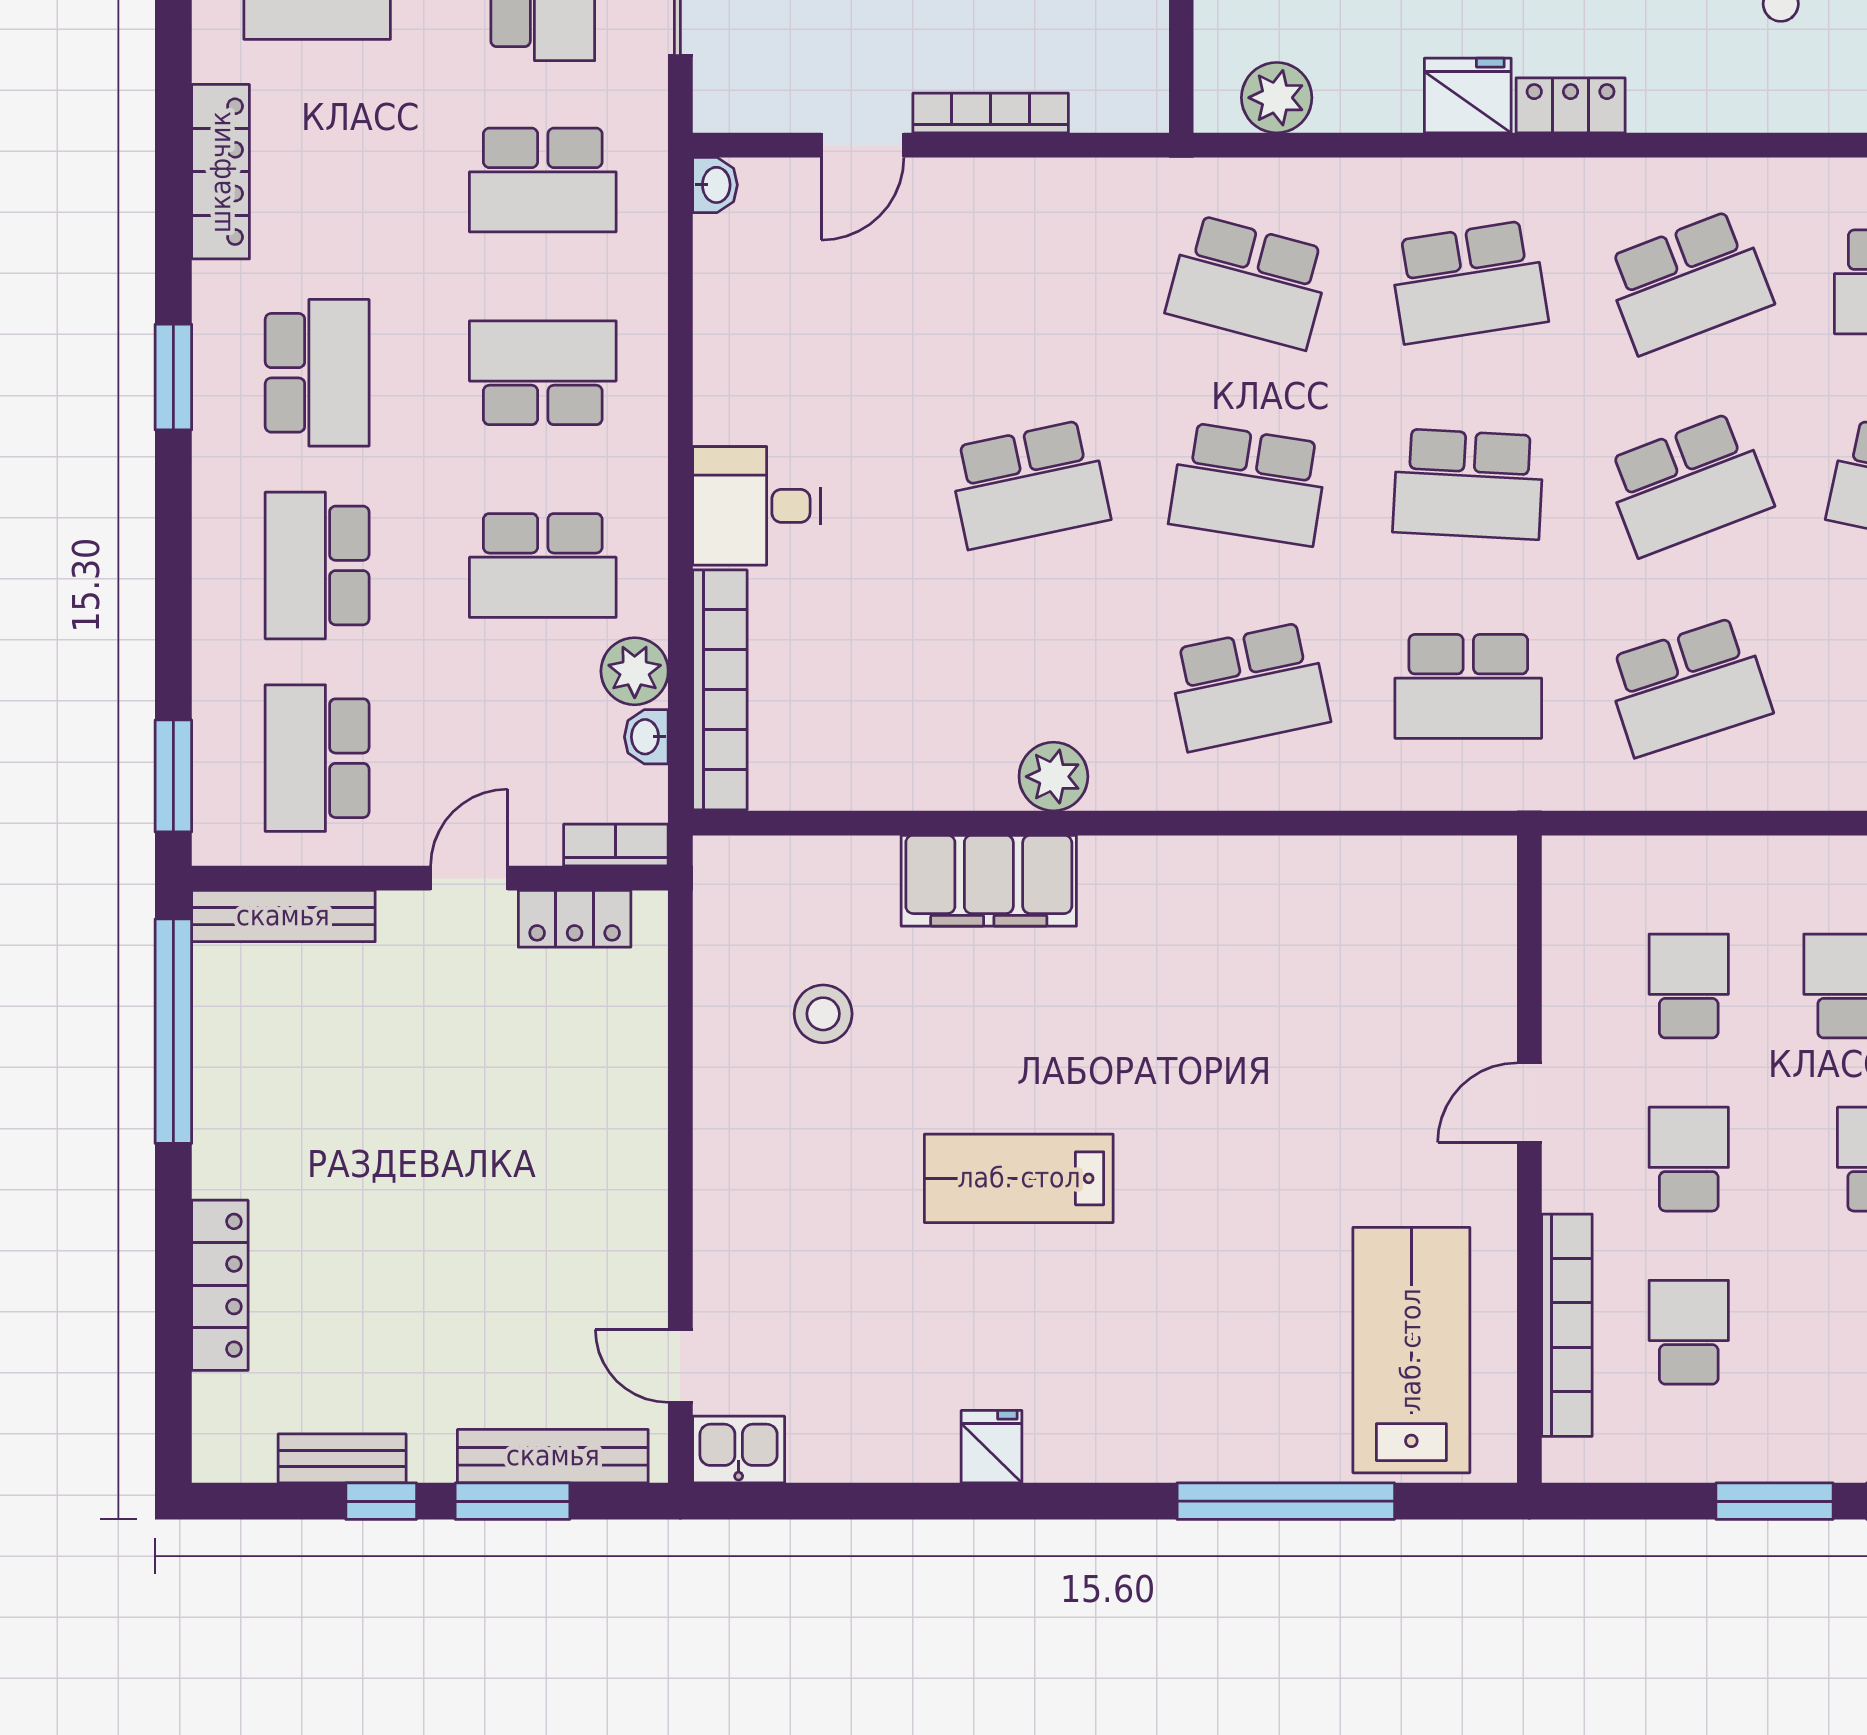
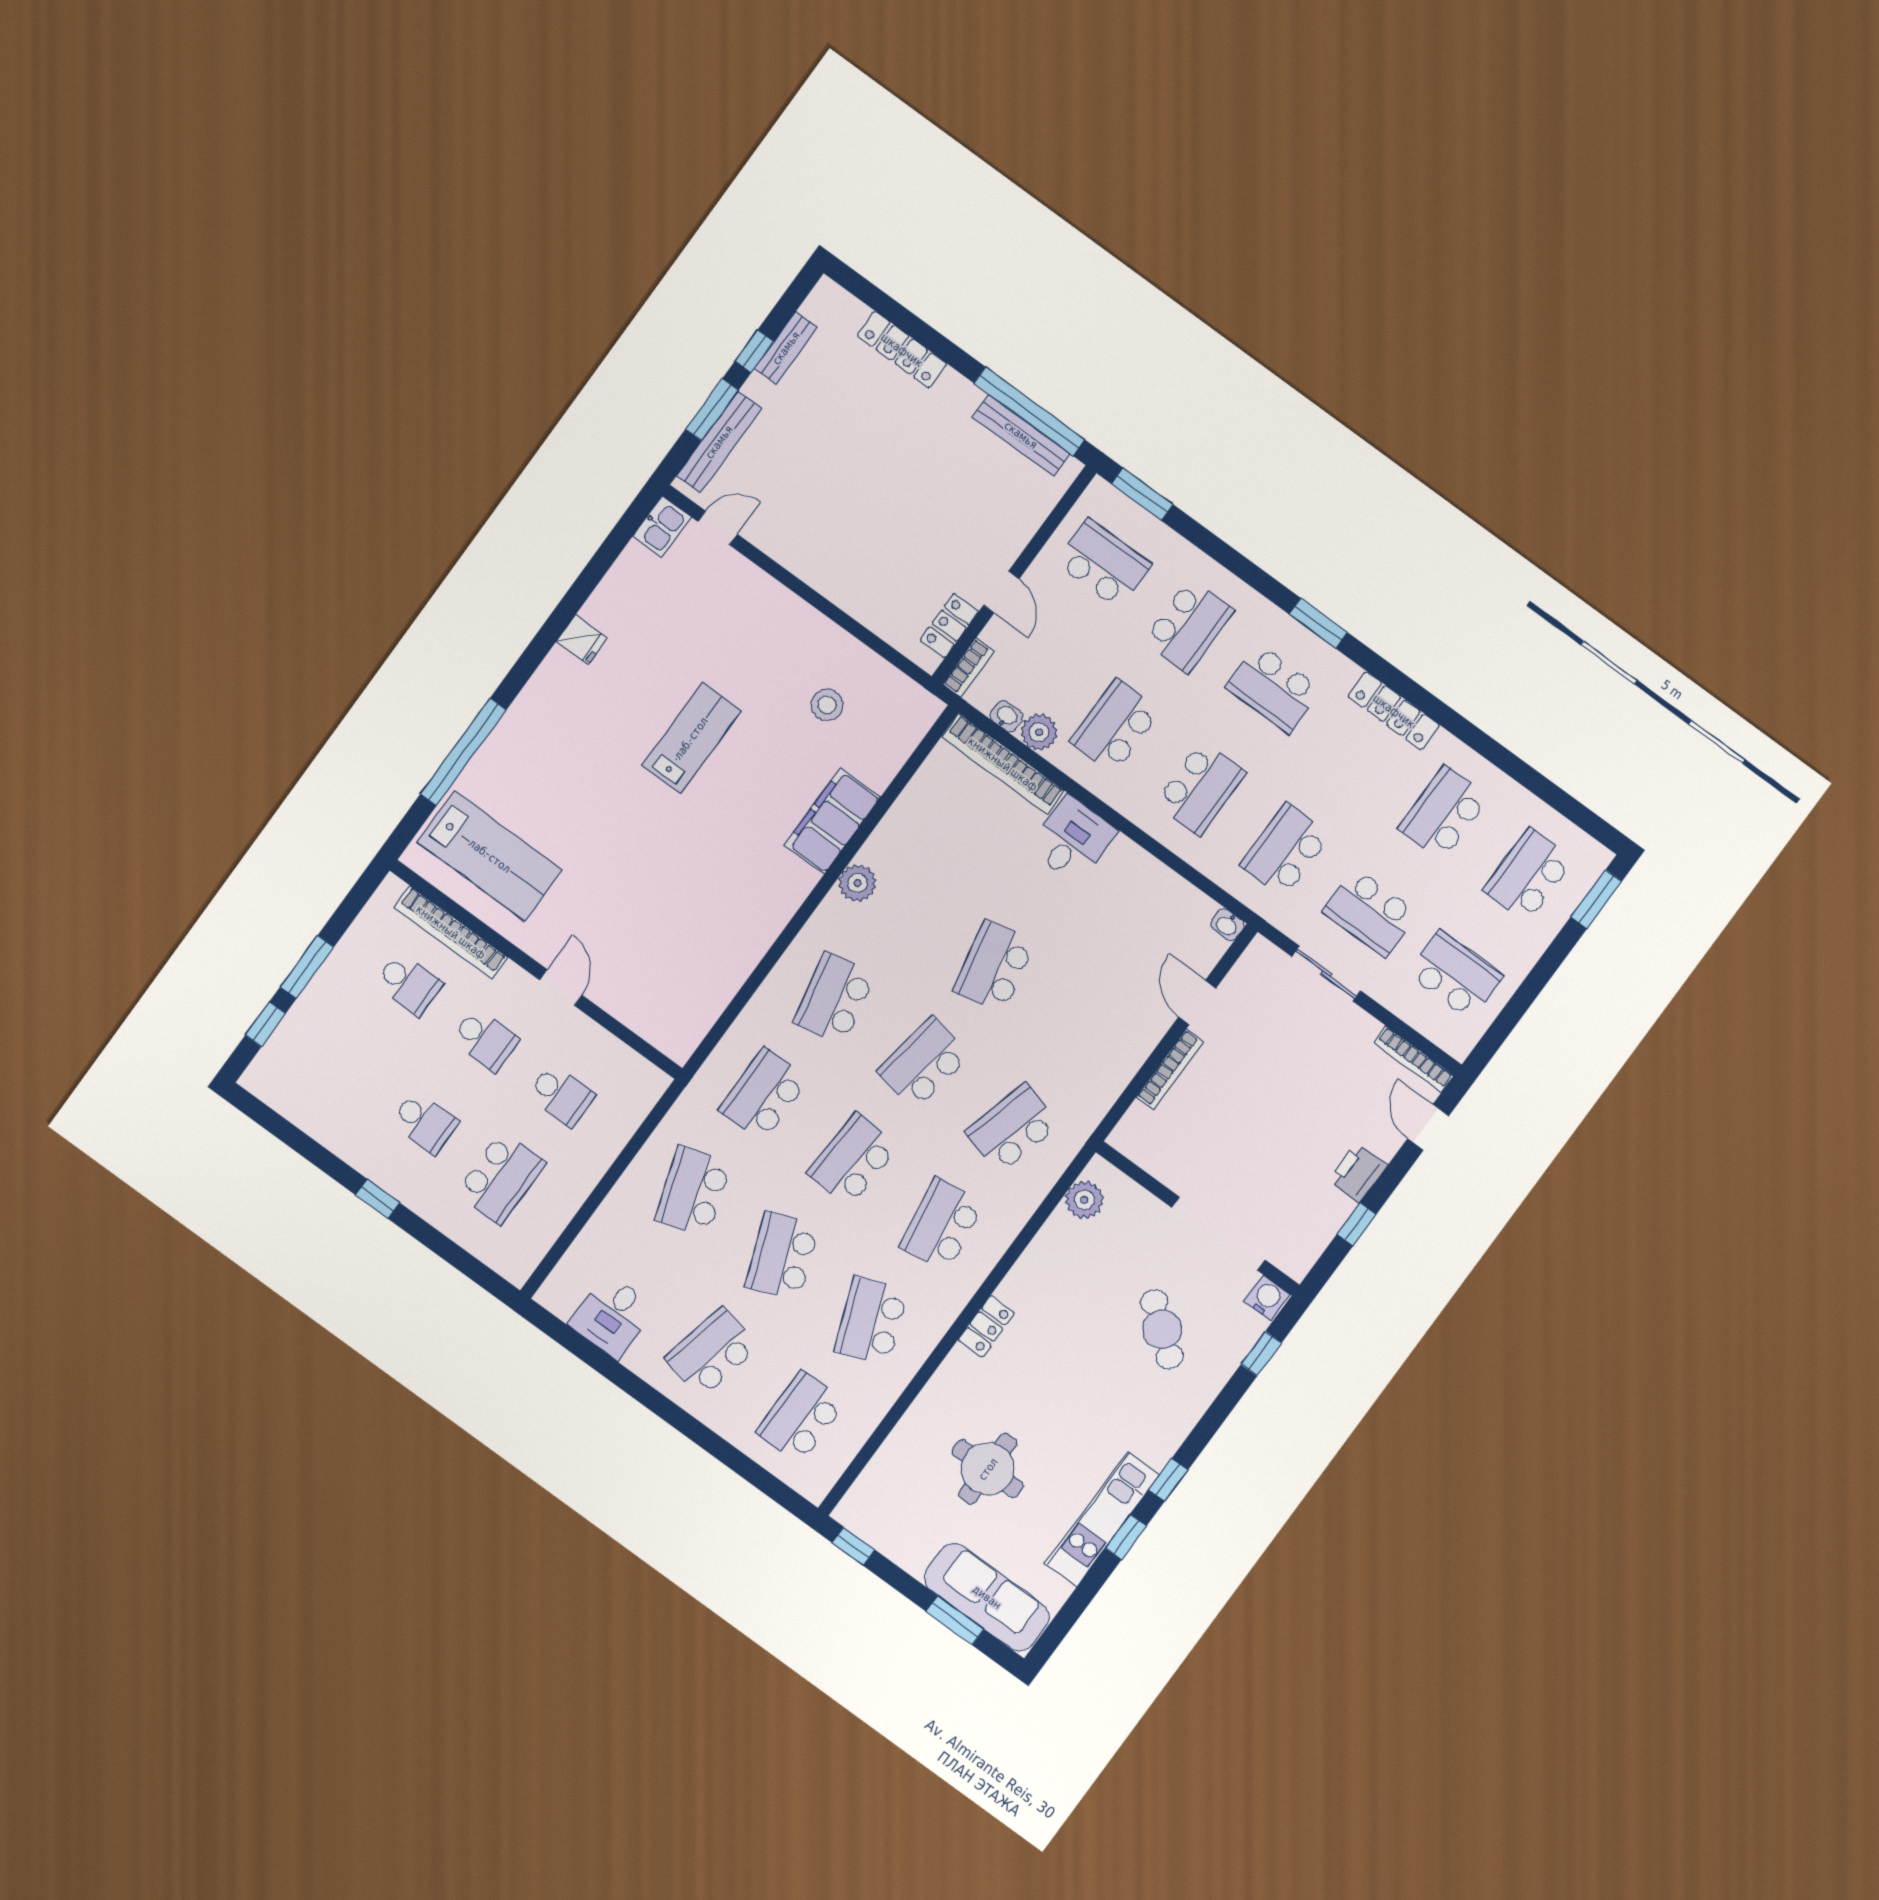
fridge: (1468, 96) -> (1024, 1284), removed
school desk: (317, 565) -> (1188, 626), turned 90
bench: (283, 916) -> (1021, 435), moved, turned 90

